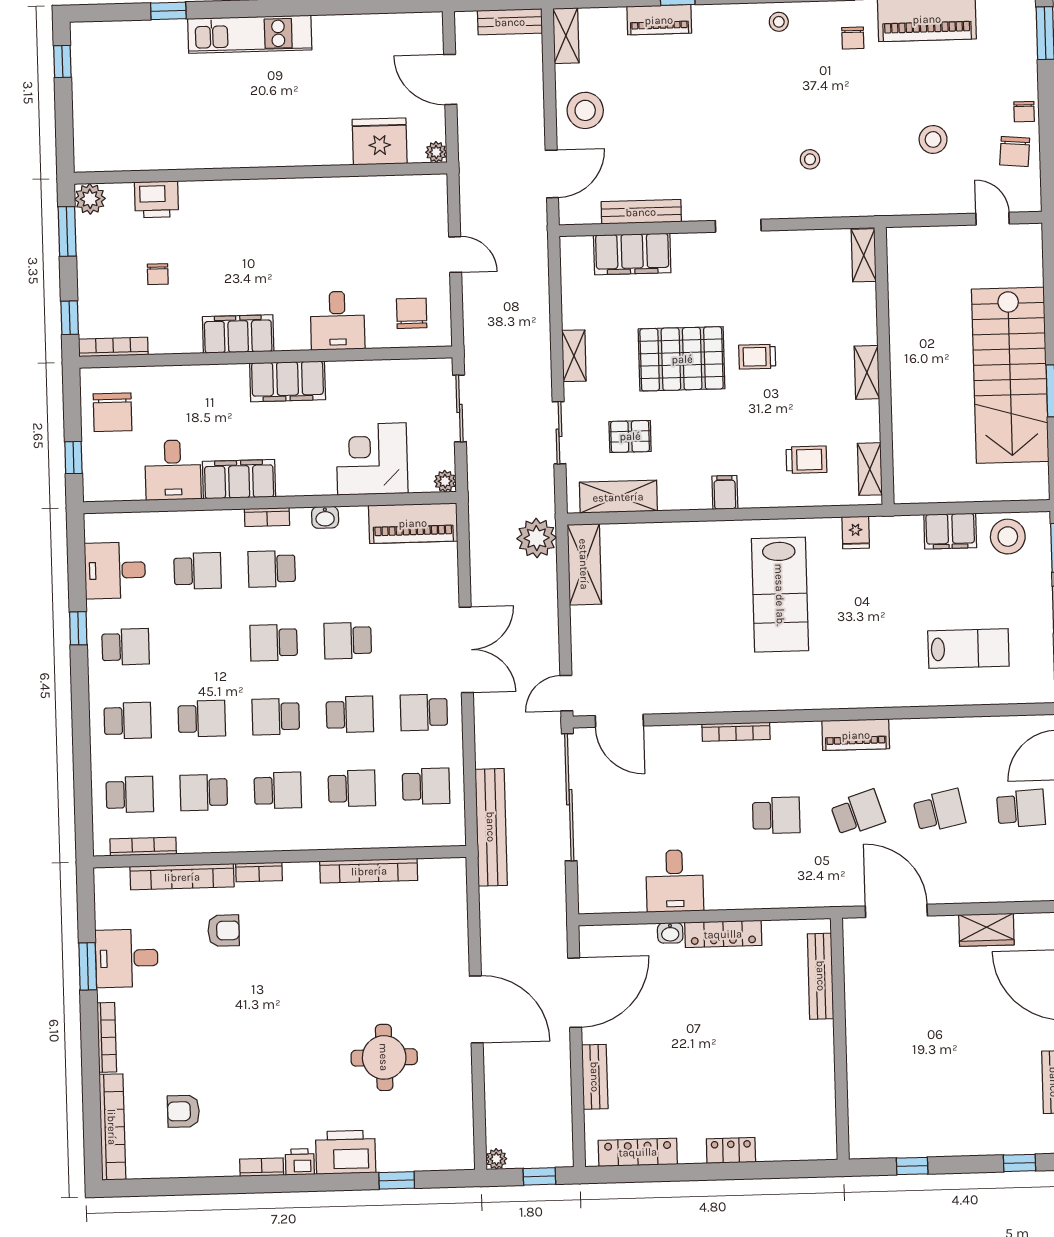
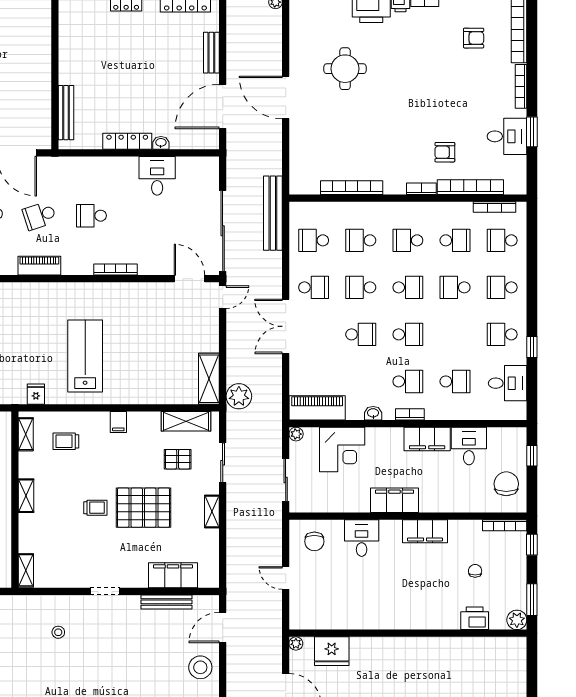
school desk: (198, 571) -> (455, 381), turned 180

